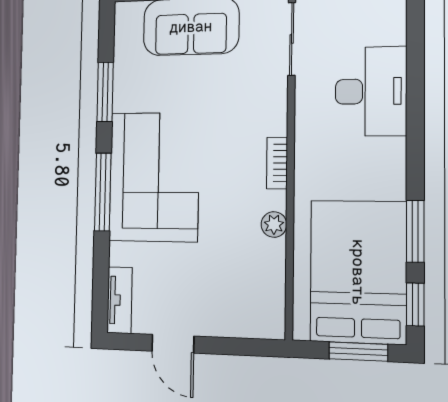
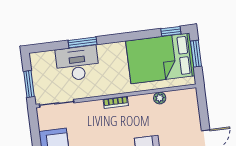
plant: (274, 224) -> (160, 98), moved
window: (415, 231) -> (82, 42), moved

